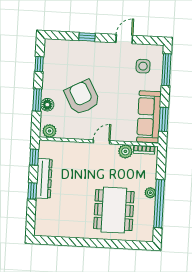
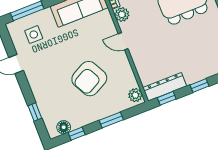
window: (87, 37) -> (35, 112), moved
floor lamp: (47, 105) -> (64, 127), moved
dresser: (44, 178) -> (165, 87), moved

